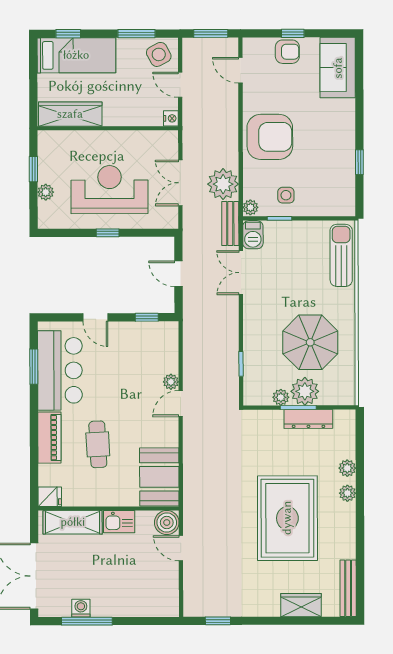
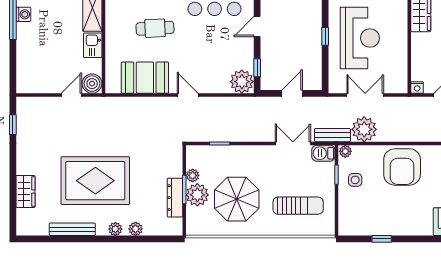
sun lounger: (341, 255) -> (298, 206), moved
plant: (171, 382) -> (242, 82), moved, width x1.88, depth x1.88
booth: (159, 477) -> (145, 78), moved
bench: (348, 588) -> (72, 229), moved

